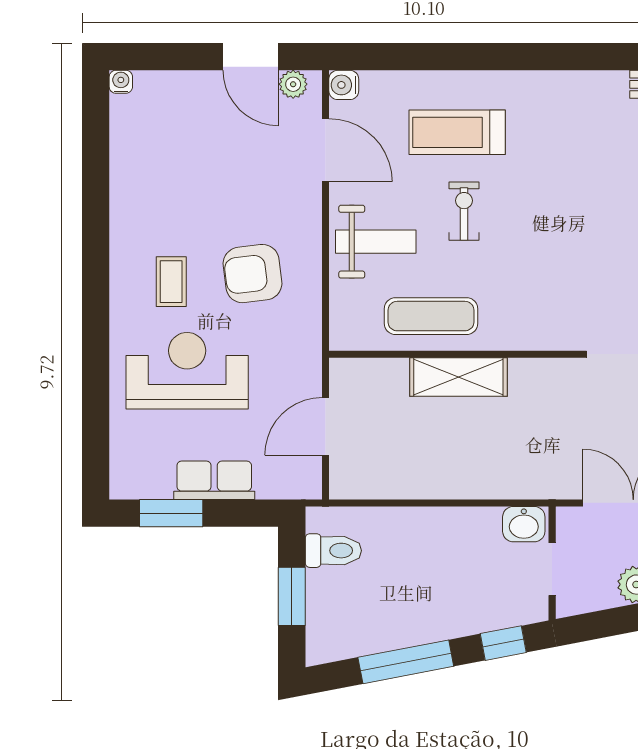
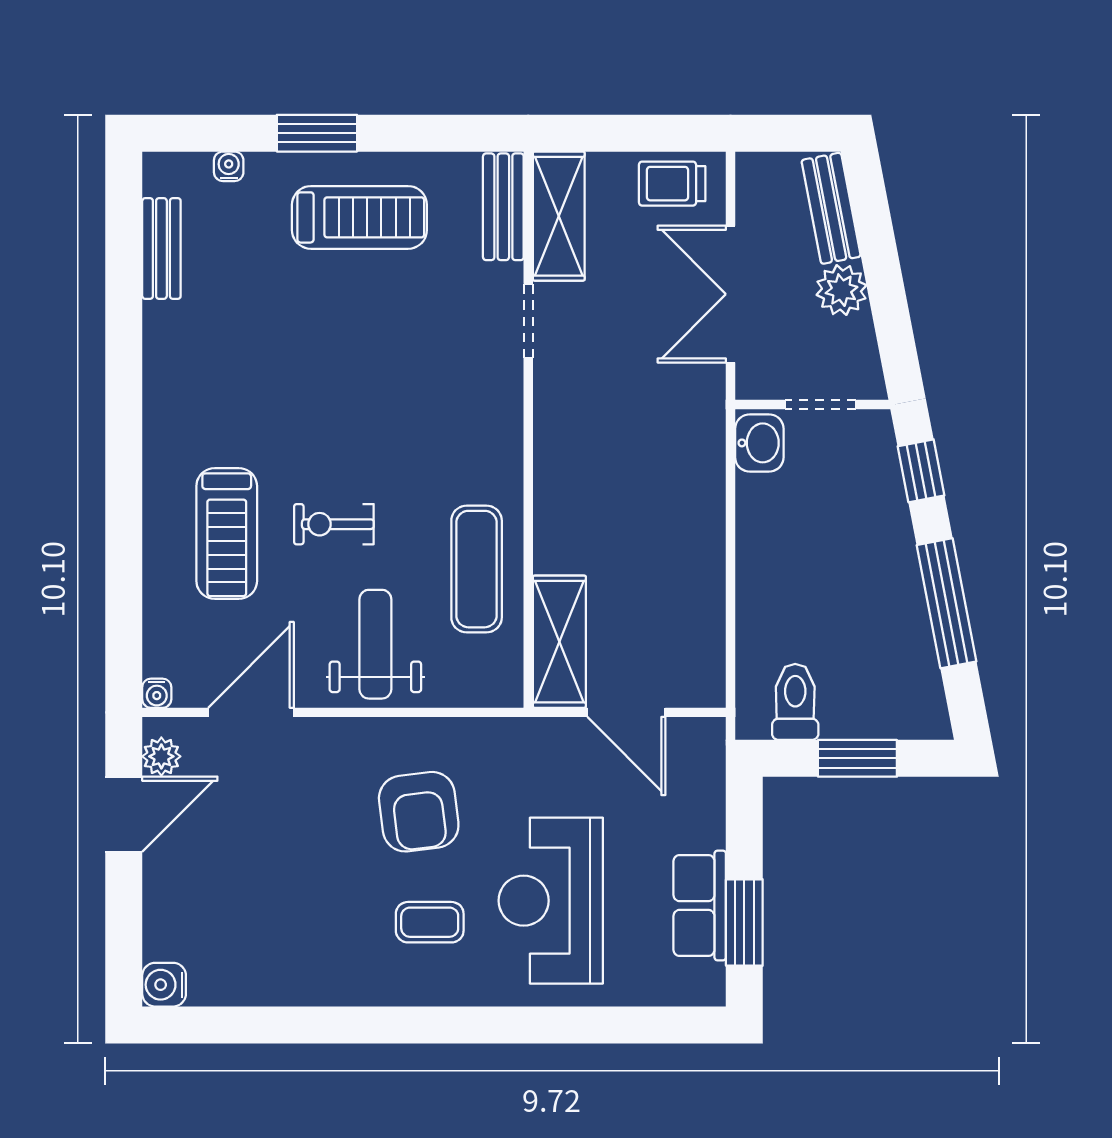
water cooler: (121, 82) -> (164, 985), width x1.38, depth x1.38
water cooler: (344, 85) -> (157, 693), width x0.72, depth x0.72
shelving: (458, 377) -> (559, 642), moved
row of seats: (214, 480) -> (700, 906), moved

